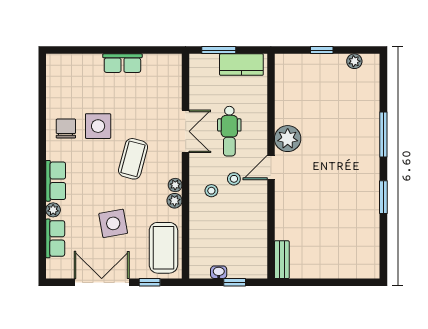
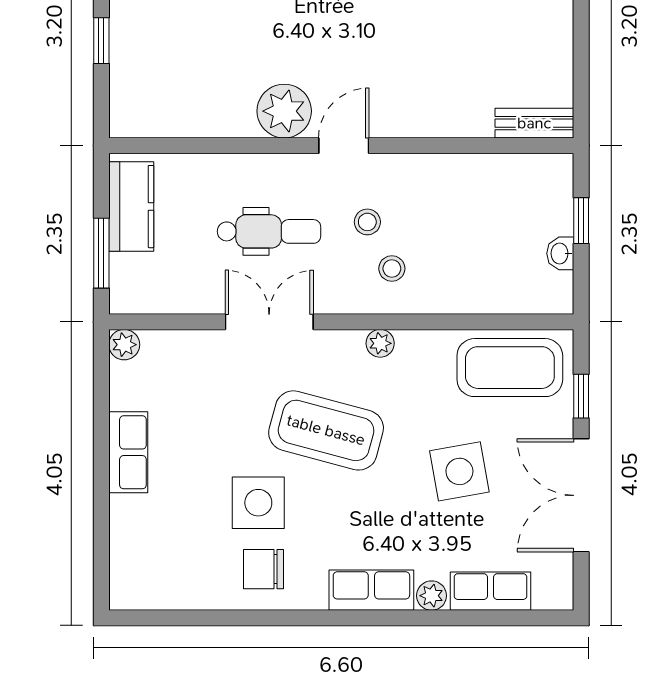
coffee table: (133, 159) -> (326, 430), width x1.36, depth x1.32
door: (271, 167) -> (344, 146), swing flipped
plant: (175, 201) -> (124, 345), moved

